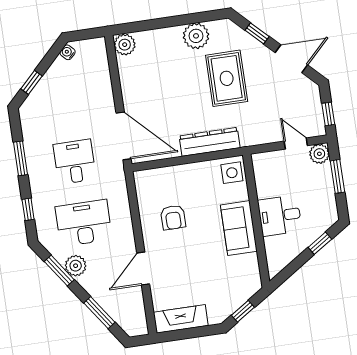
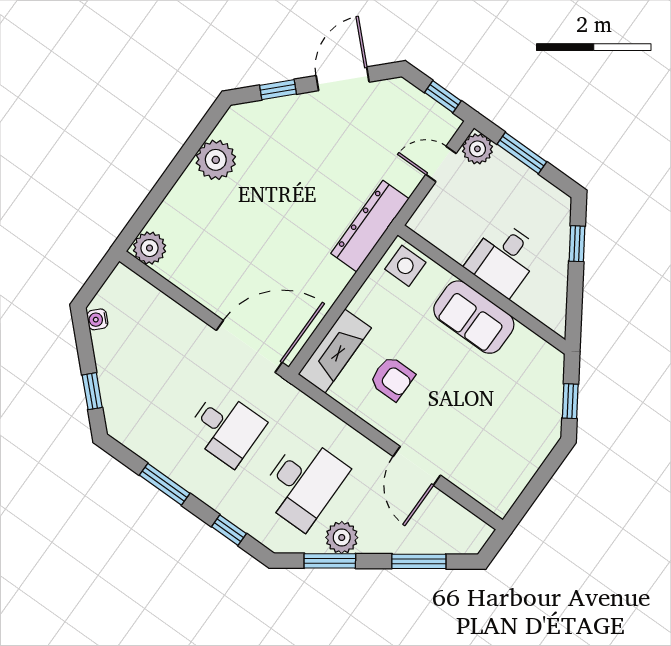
rug: (227, 78) -> (295, 171), removed
dresser: (210, 142) -> (370, 226), moved
desk: (75, 162) -> (226, 428), turned 180
desk: (84, 223) -> (303, 483), turned 180
fireplace: (181, 319) -> (335, 351), moved, turned 180

